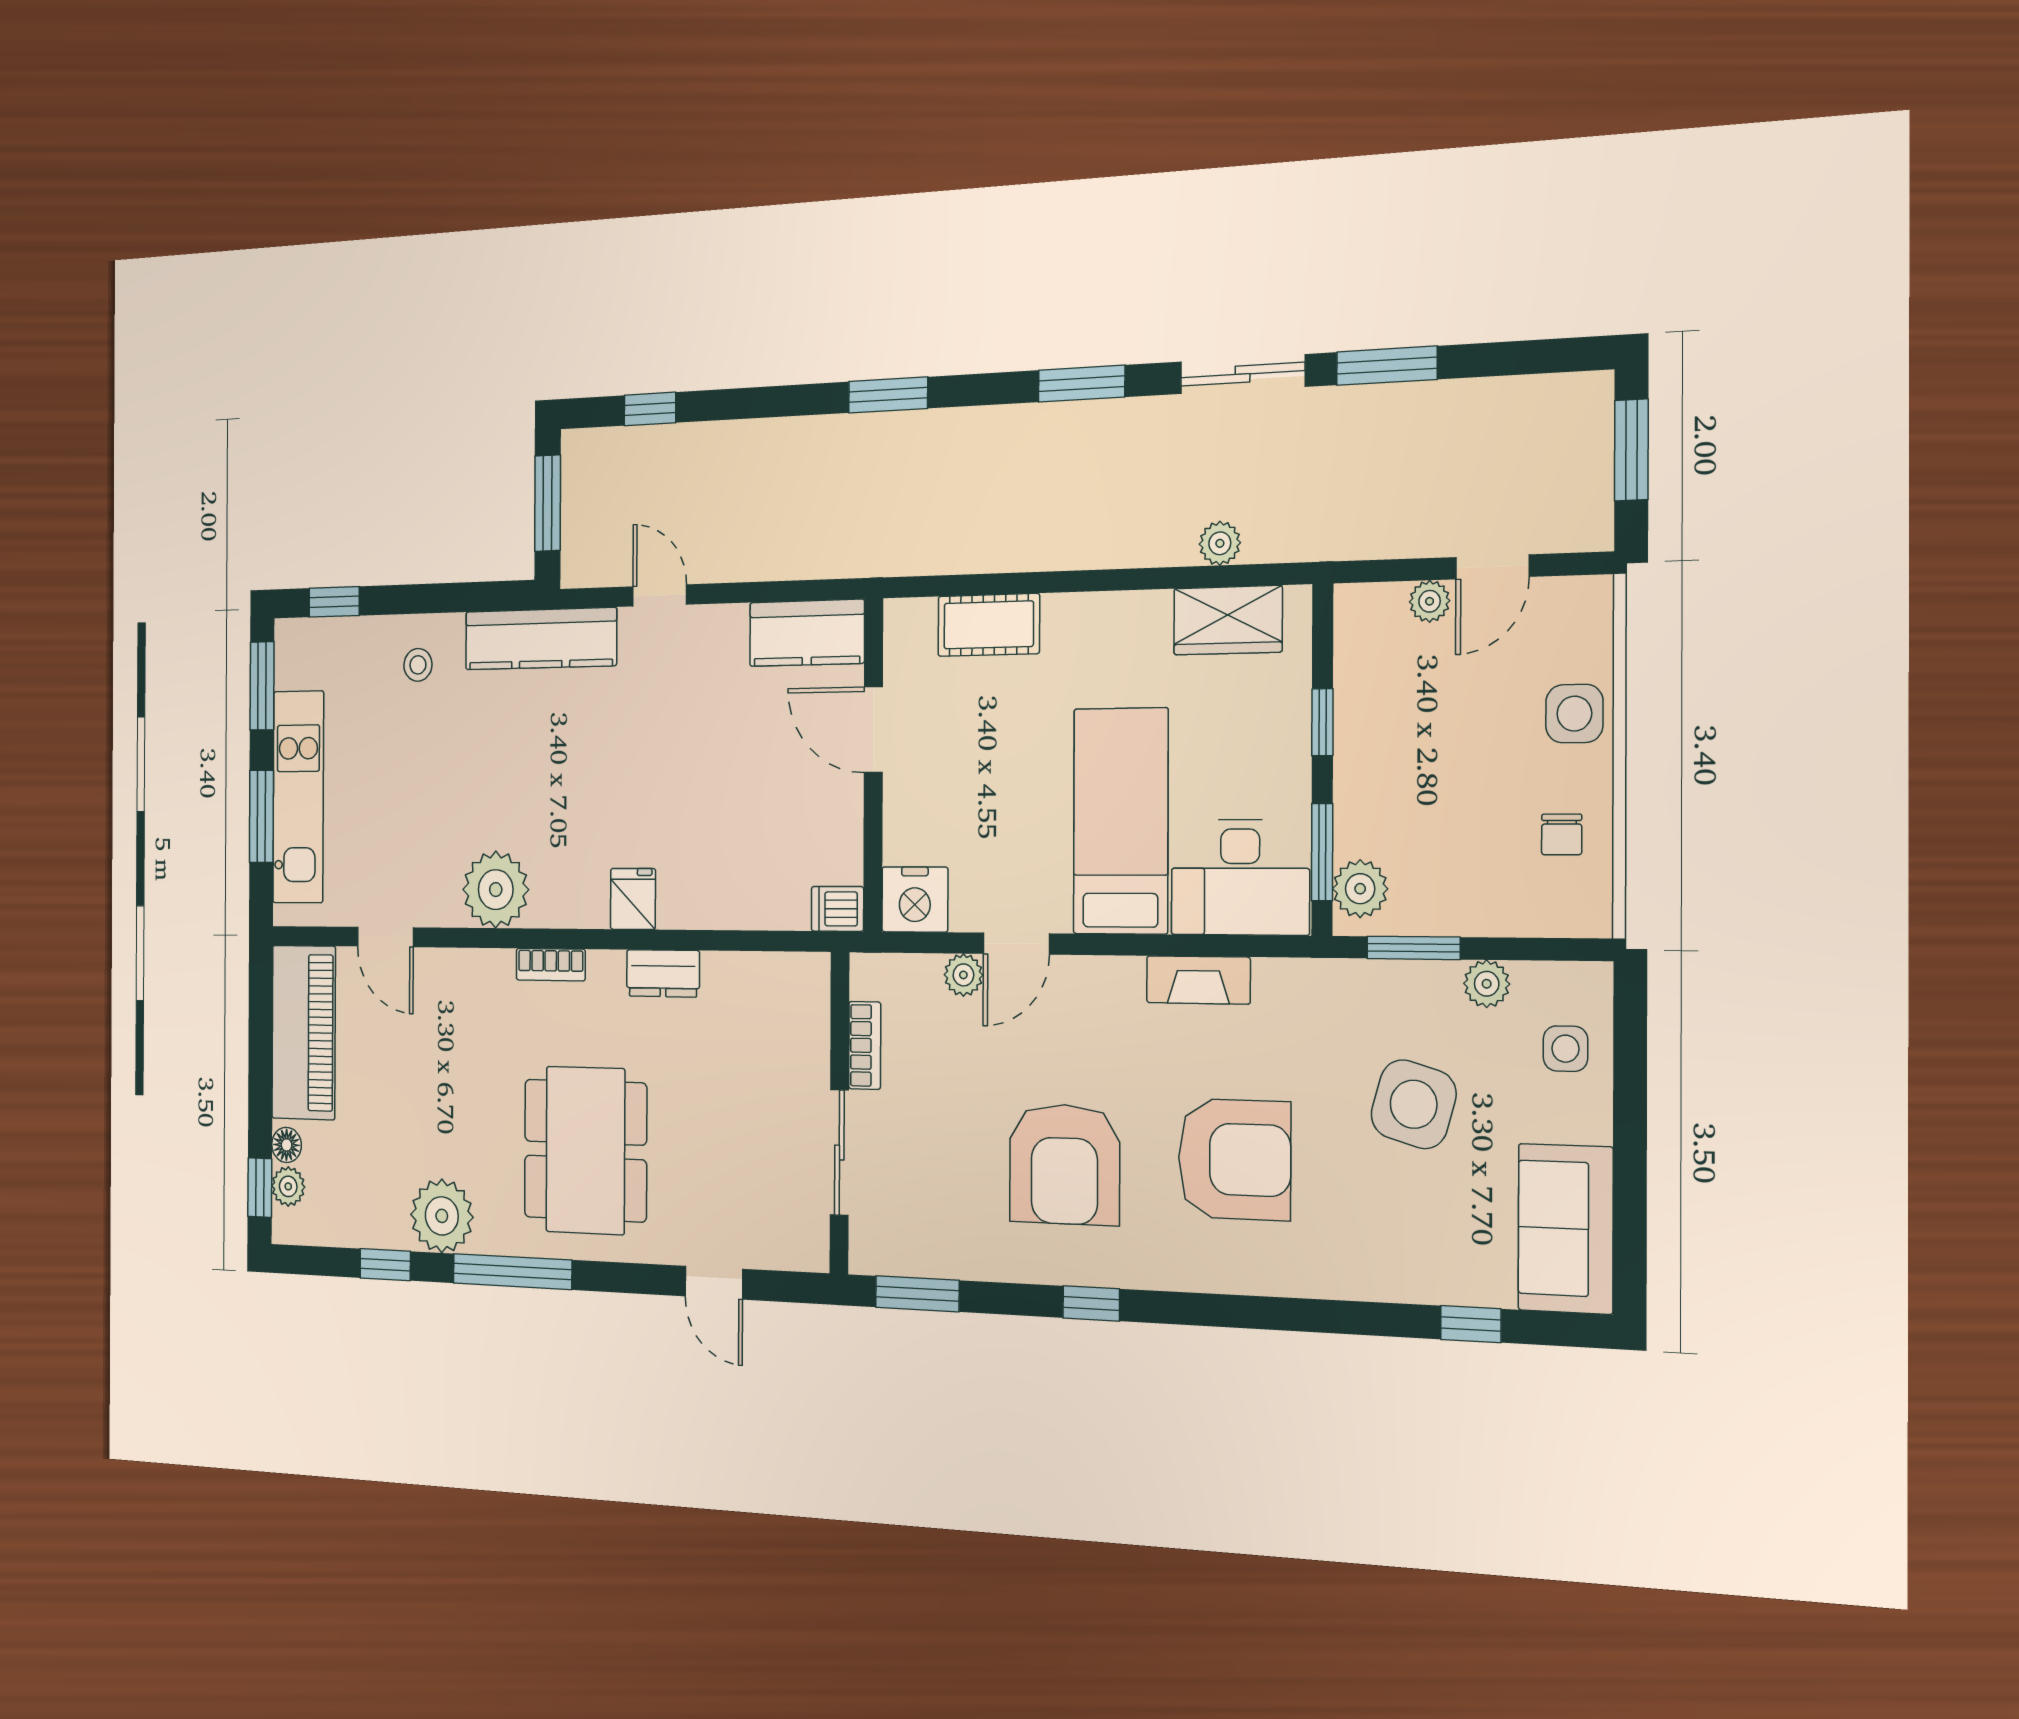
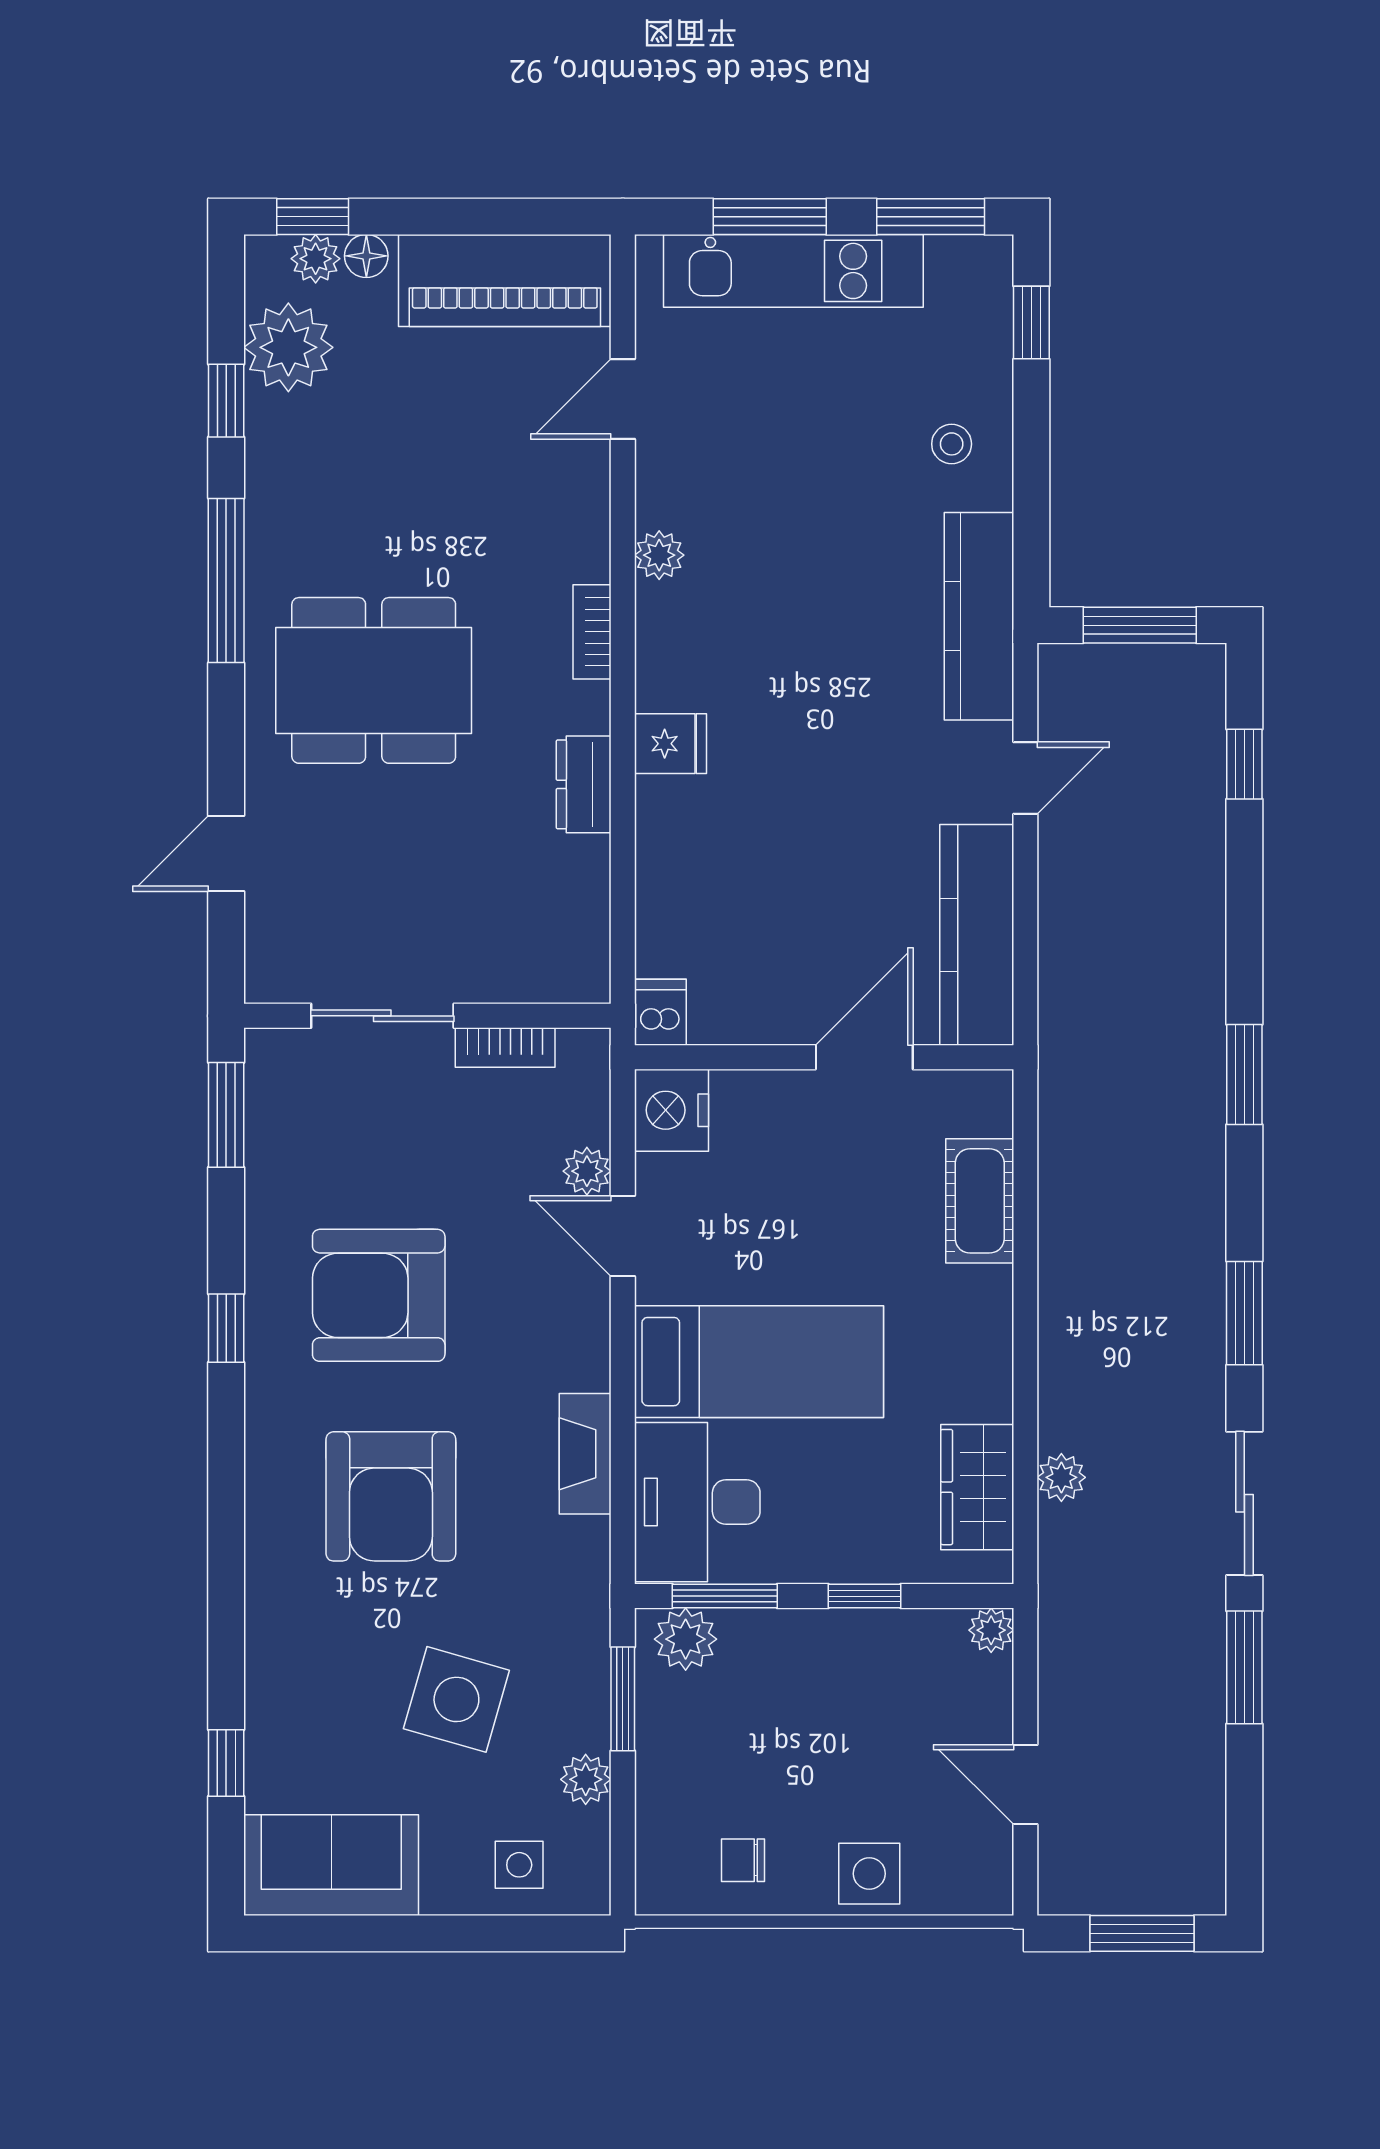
plant: (1430, 601) -> (991, 1630), moved
kitchen counter: (807, 633) -> (977, 935), width x1.50
plant: (496, 890) -> (659, 555), width x0.53, depth x0.53
plant: (442, 1216) -> (288, 347), moved

